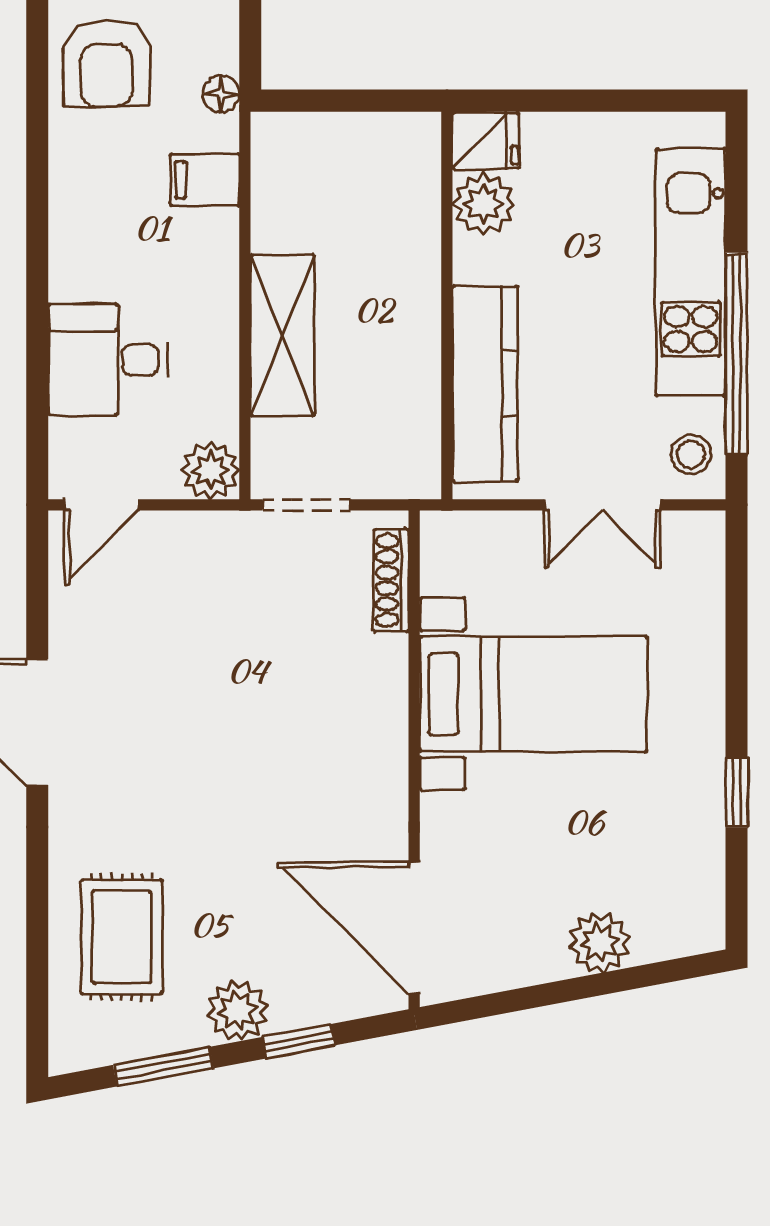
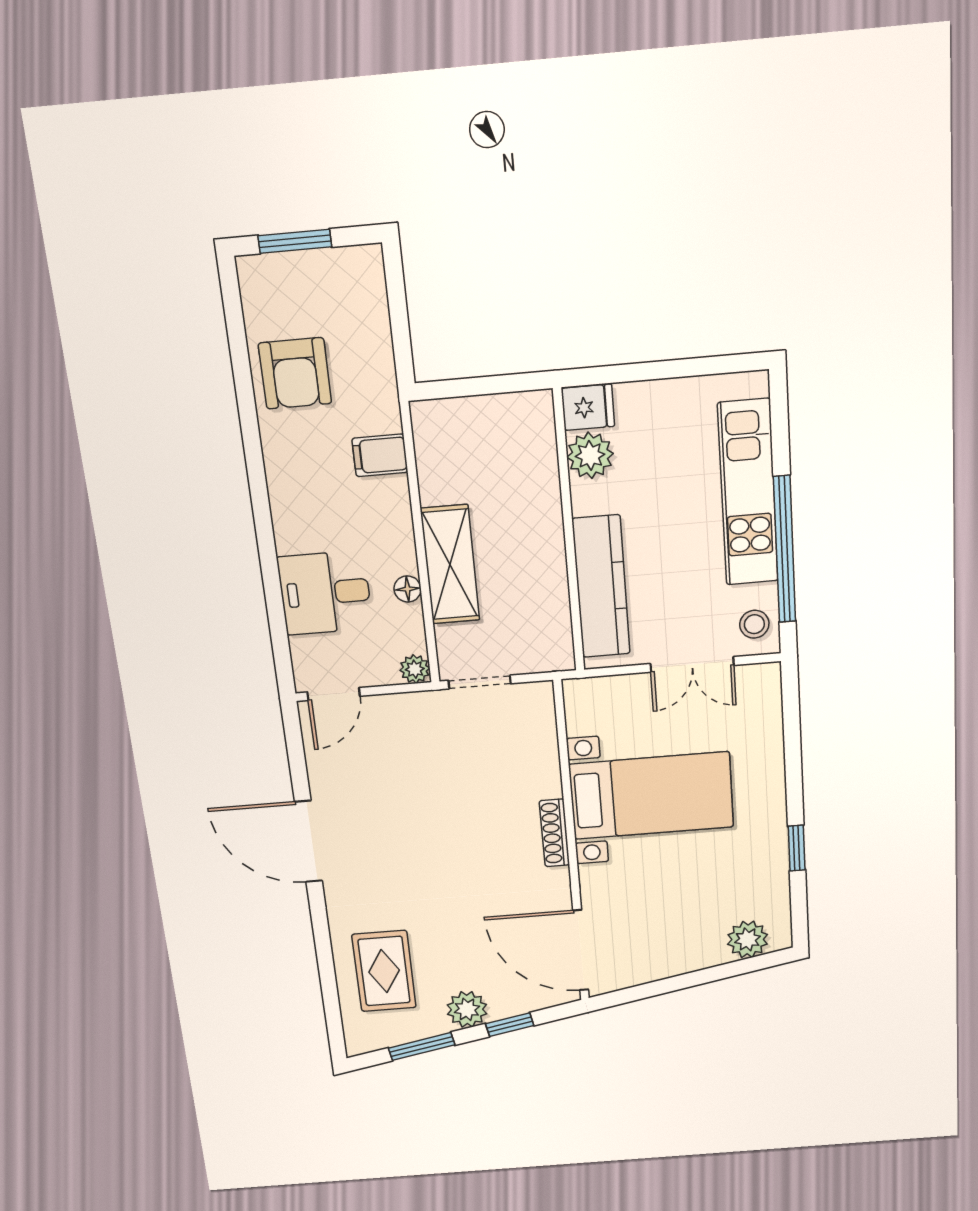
floor lamp: (221, 94) -> (407, 589), moved
plant: (211, 471) -> (415, 669), width x0.73, depth x0.73
shoe rack: (391, 580) -> (554, 833), moved
plant: (599, 943) -> (748, 939), moved

